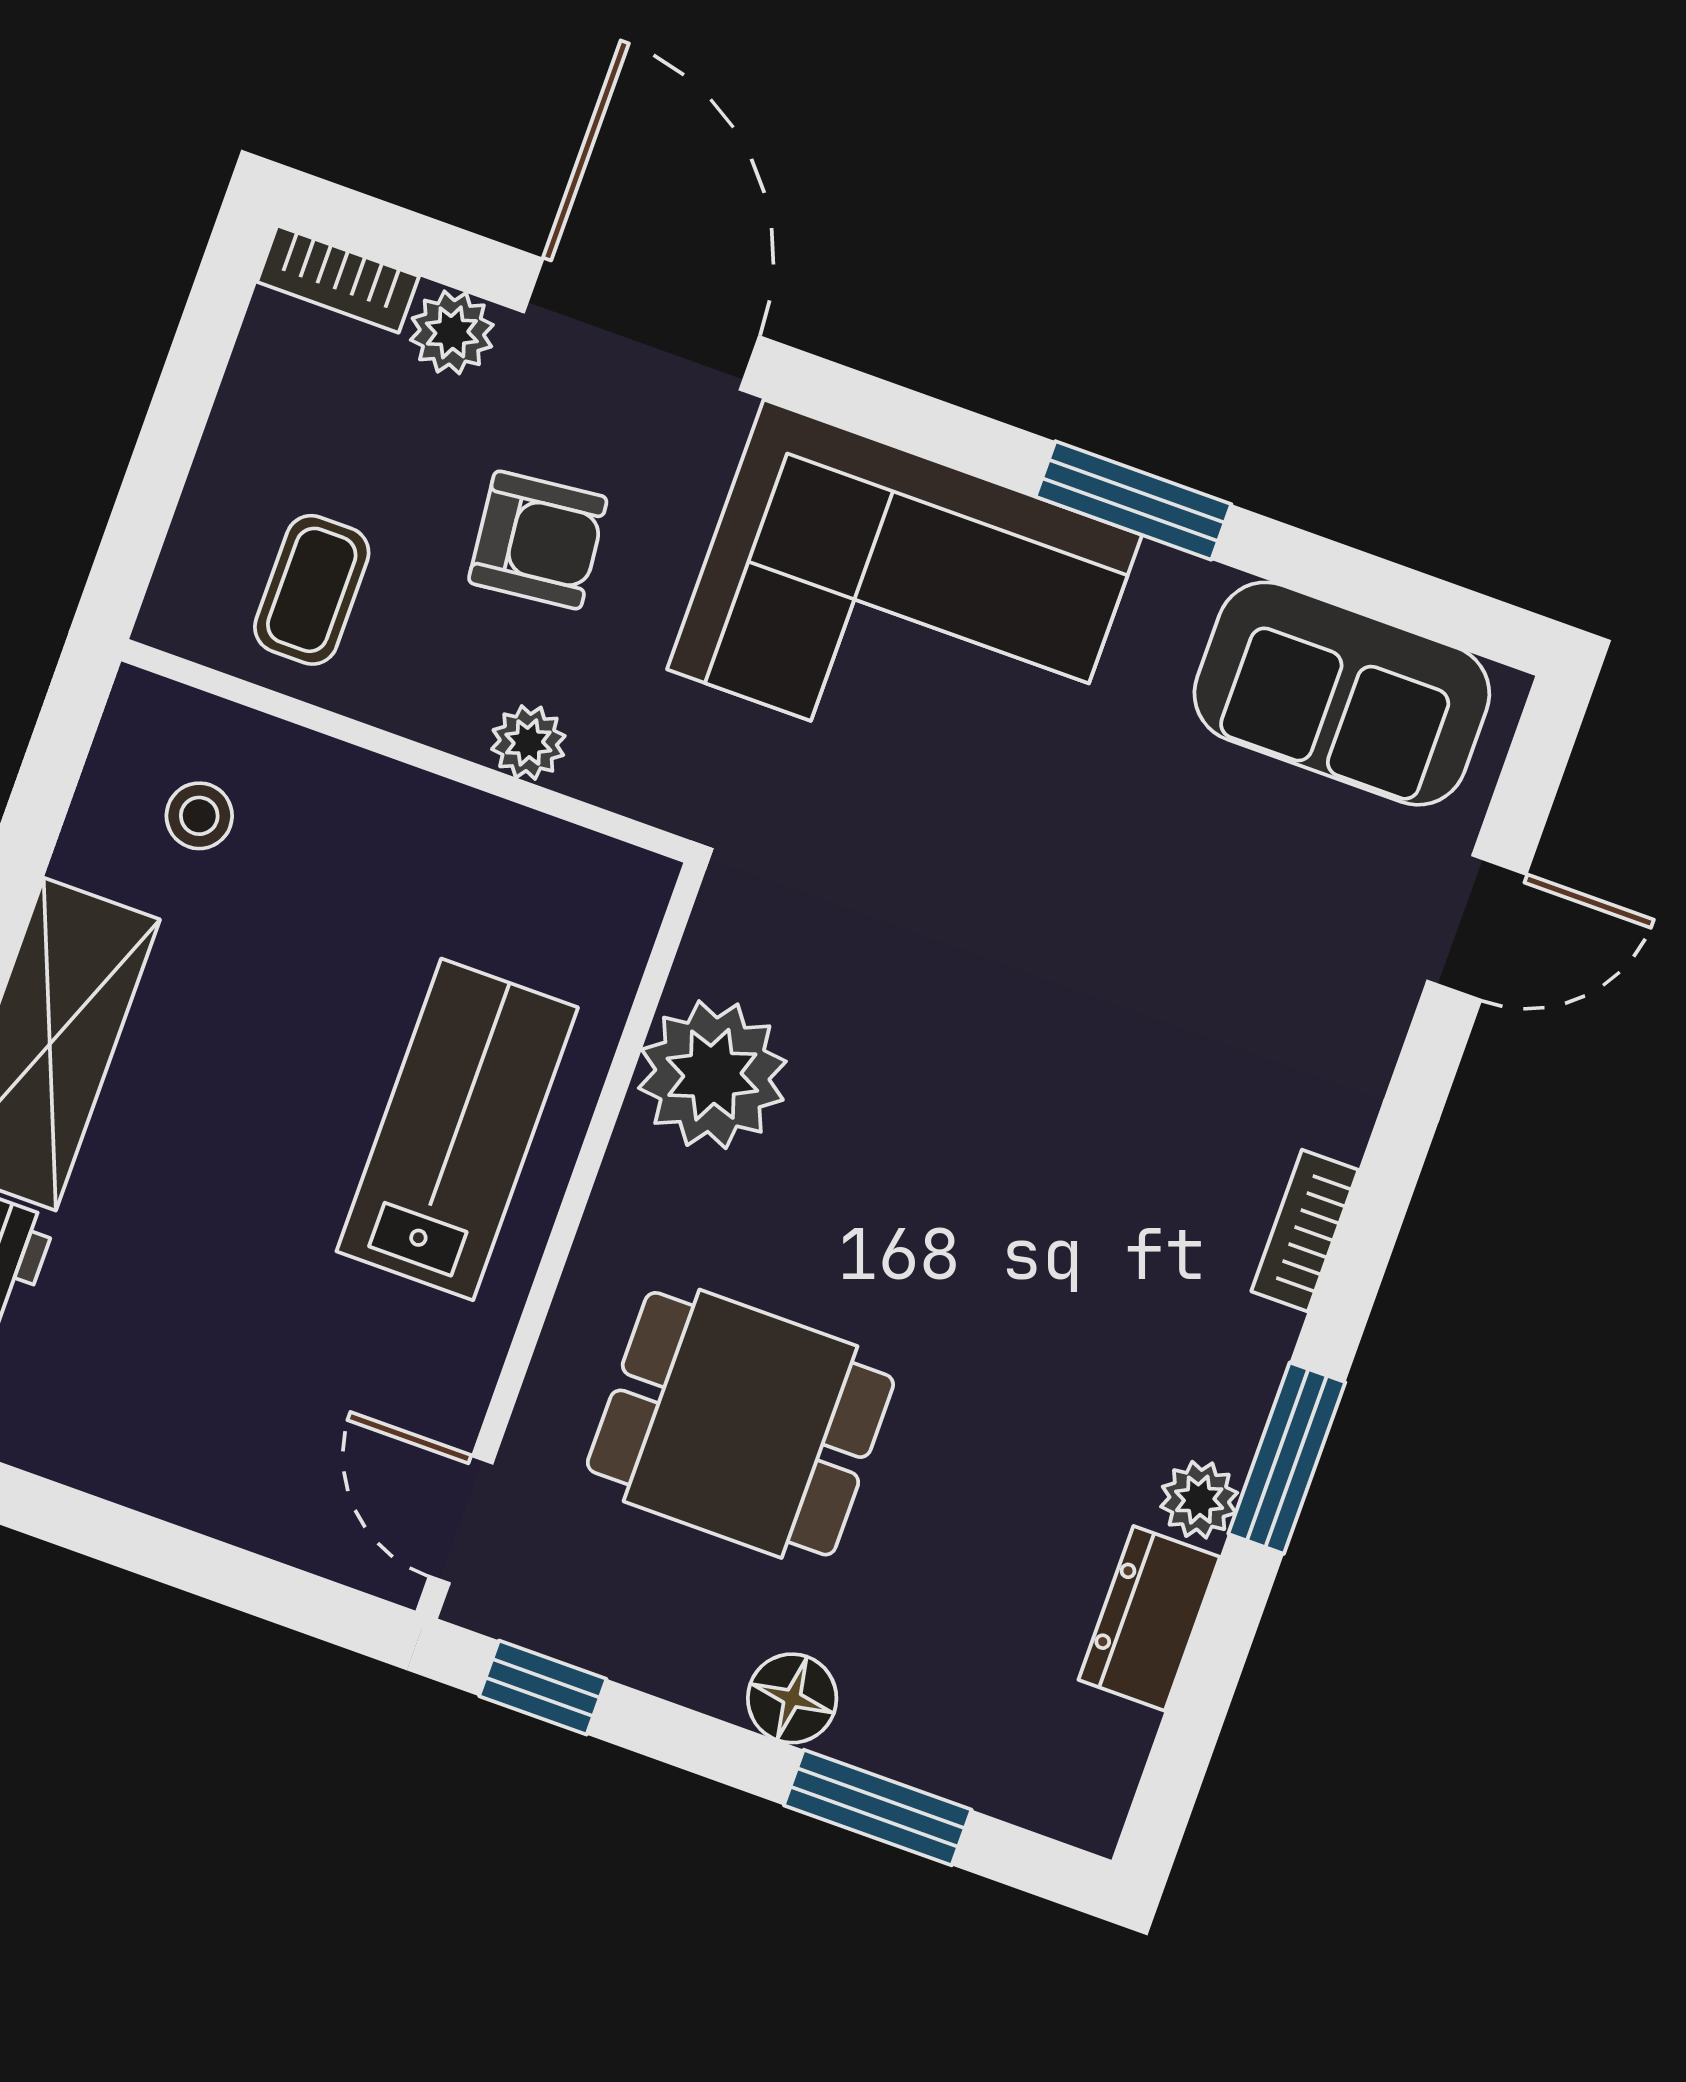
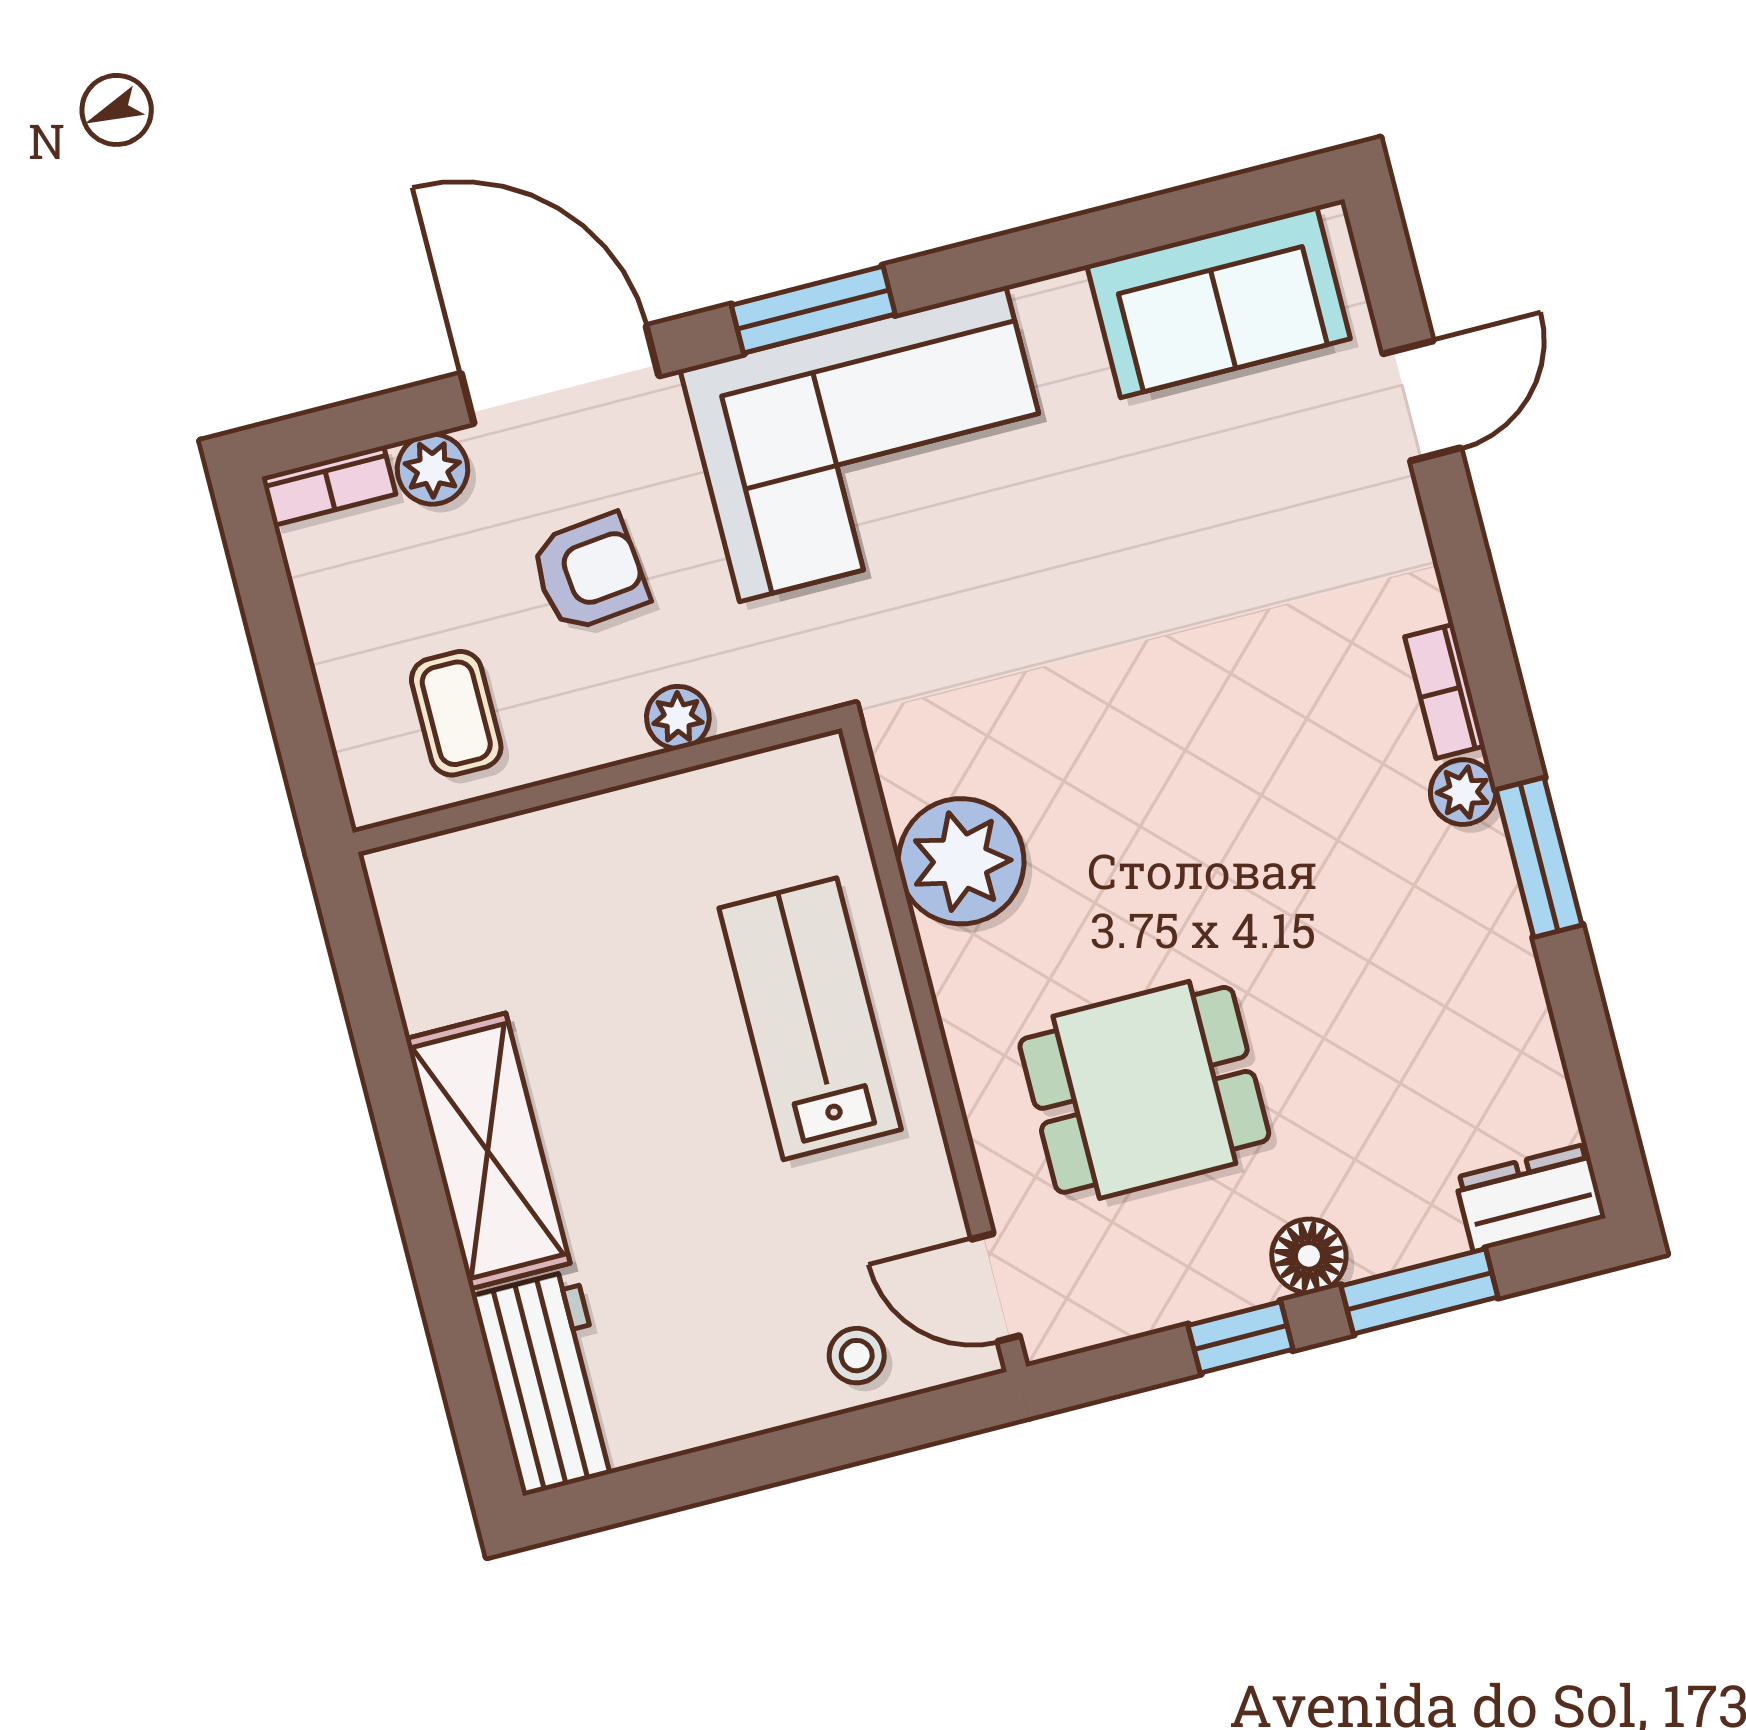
window: (1133, 500) -> (813, 310), moved
stool: (199, 816) -> (857, 1356), moved
plant: (1199, 1500) -> (1463, 792), moved
dresser: (1149, 1618) -> (1530, 1198), moved, turned 90
window: (543, 1688) -> (1240, 1337), moved

